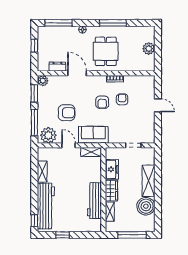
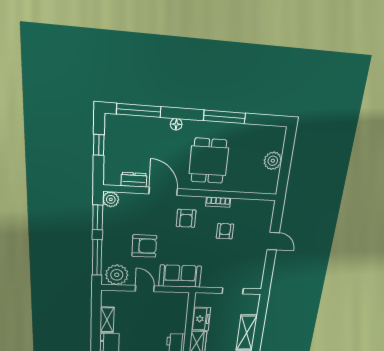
armchair: (102, 102) -> (186, 218), moved
shelving: (91, 152) -> (175, 298), removed

